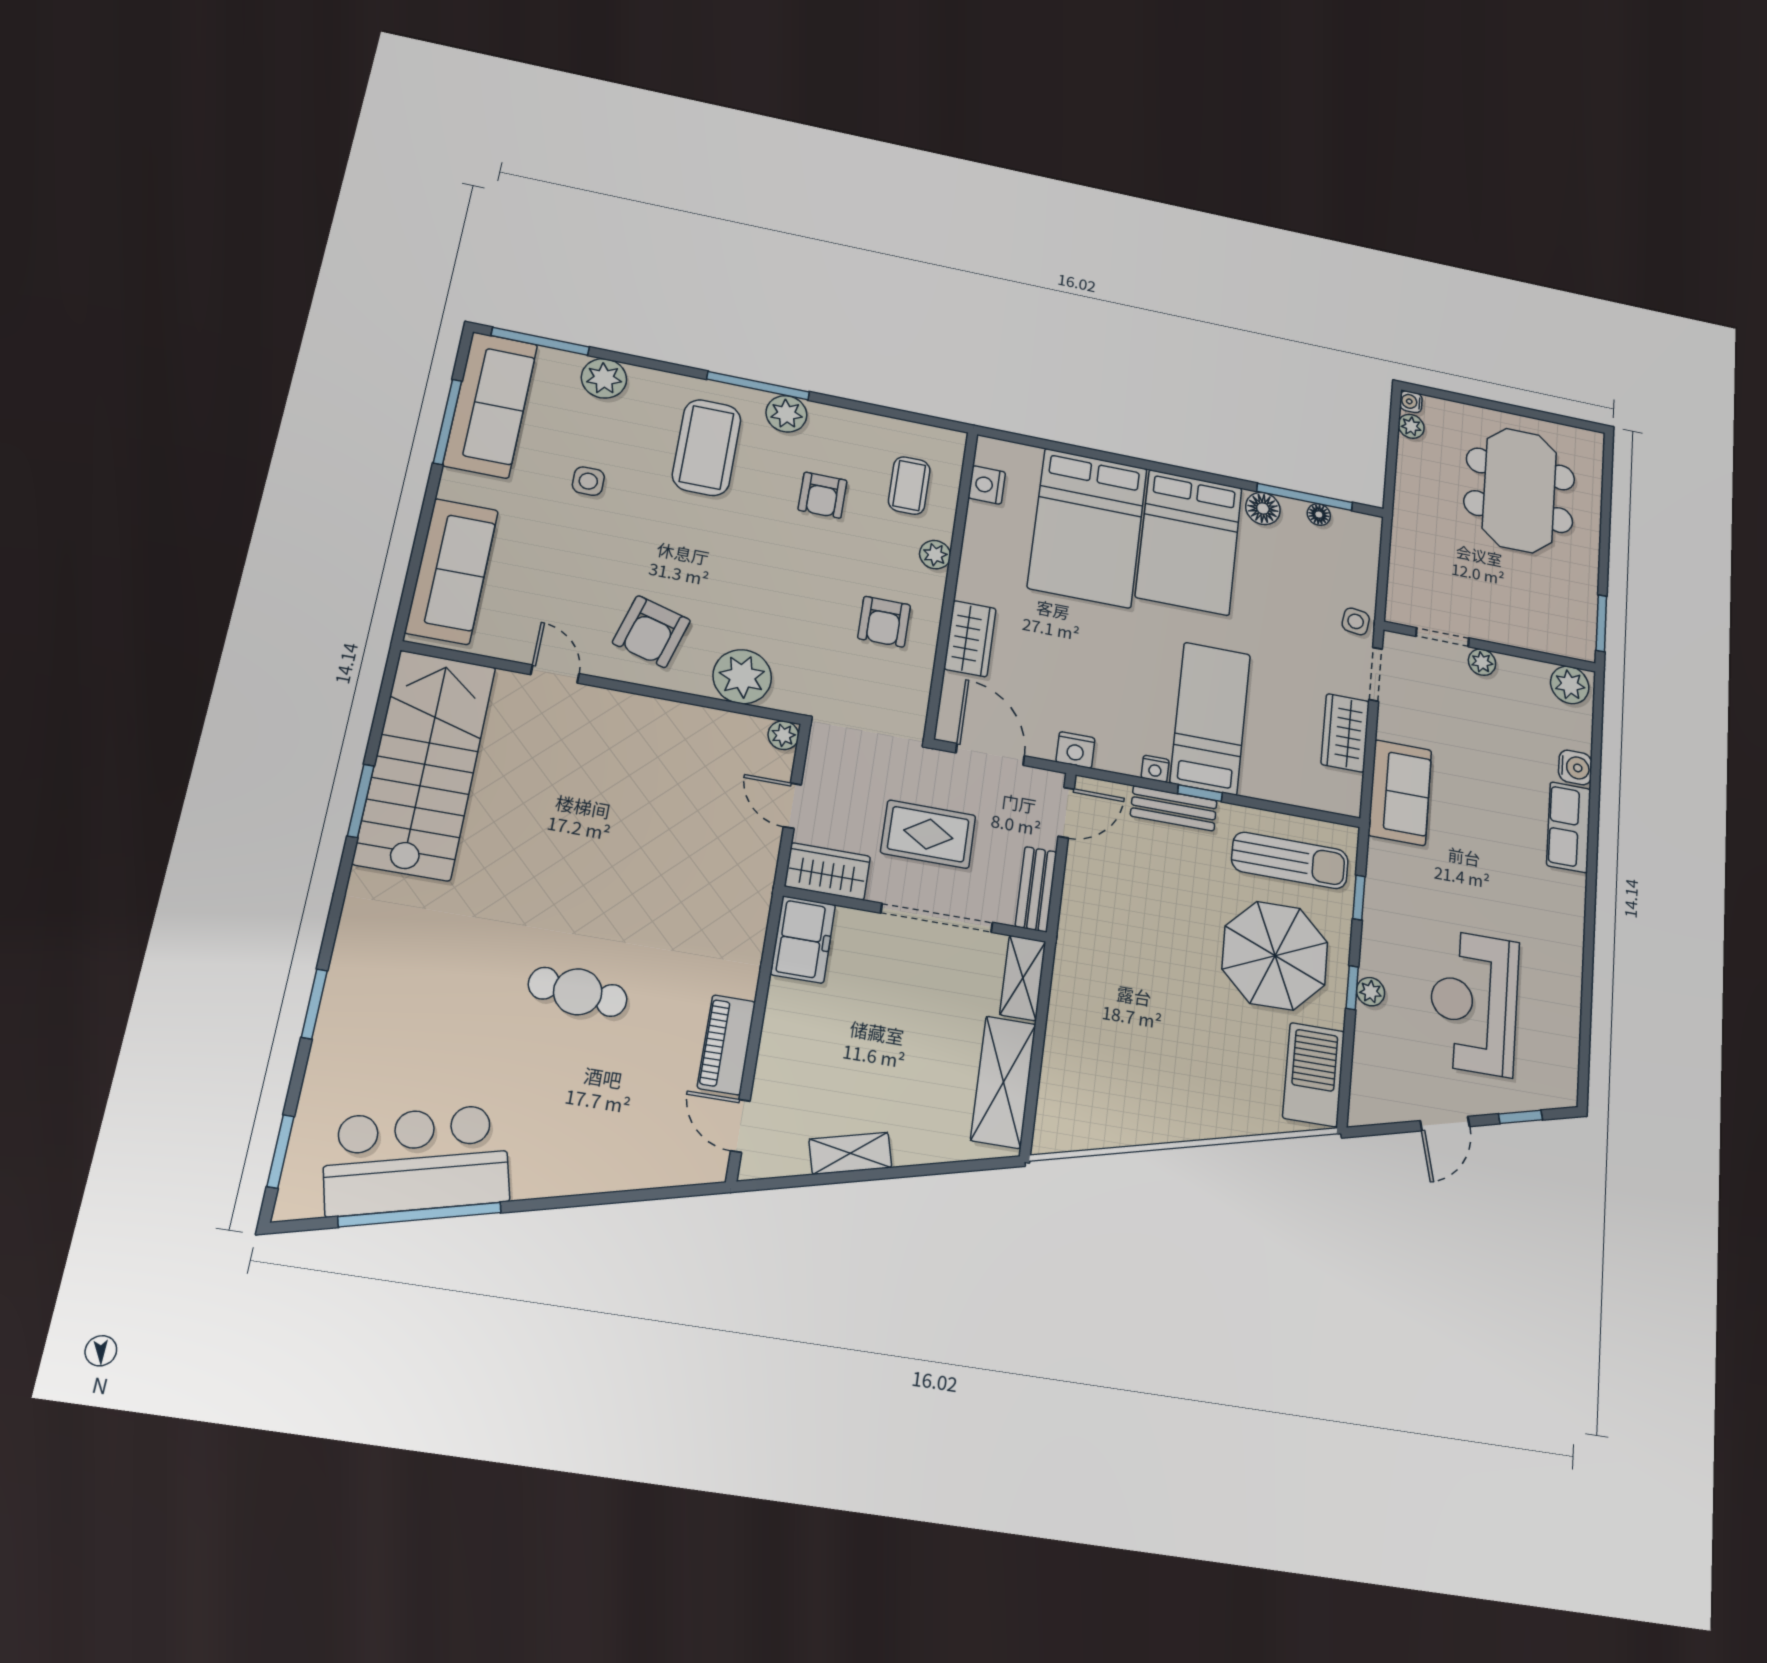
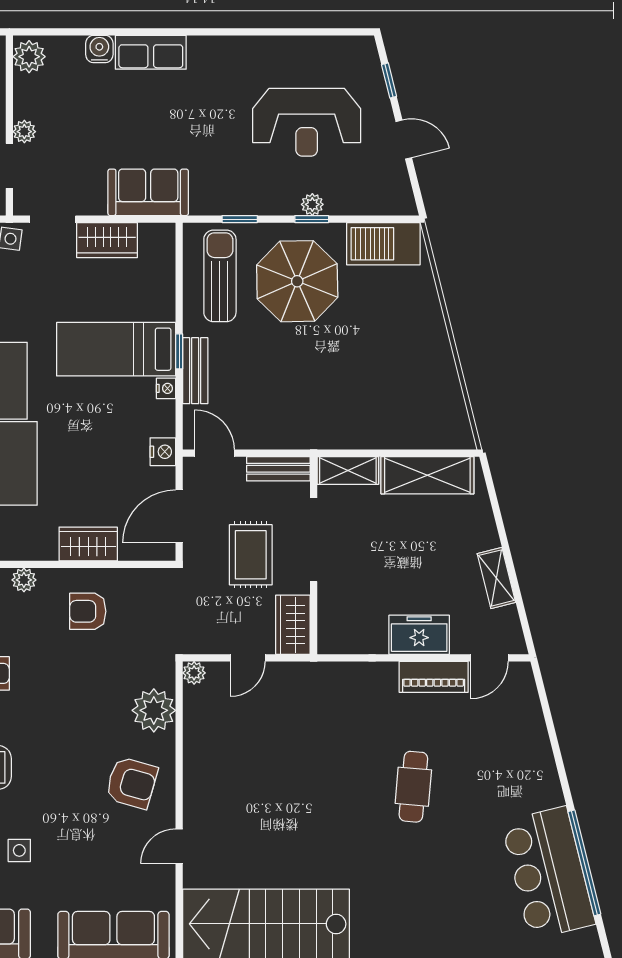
armchair: (884, 622) -> (88, 611), turned 180
freezer: (803, 939) -> (419, 635), moved

